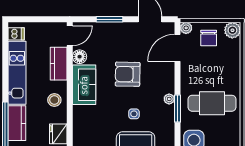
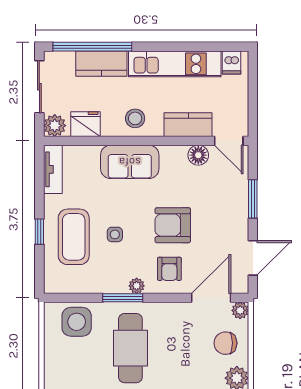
door: (177, 48) -> (211, 298), hinge flipped
armchair: (128, 74) -> (173, 225), turned -91
armchair: (158, 76) -> (169, 269), added
sofa: (84, 85) -> (130, 162), moved

